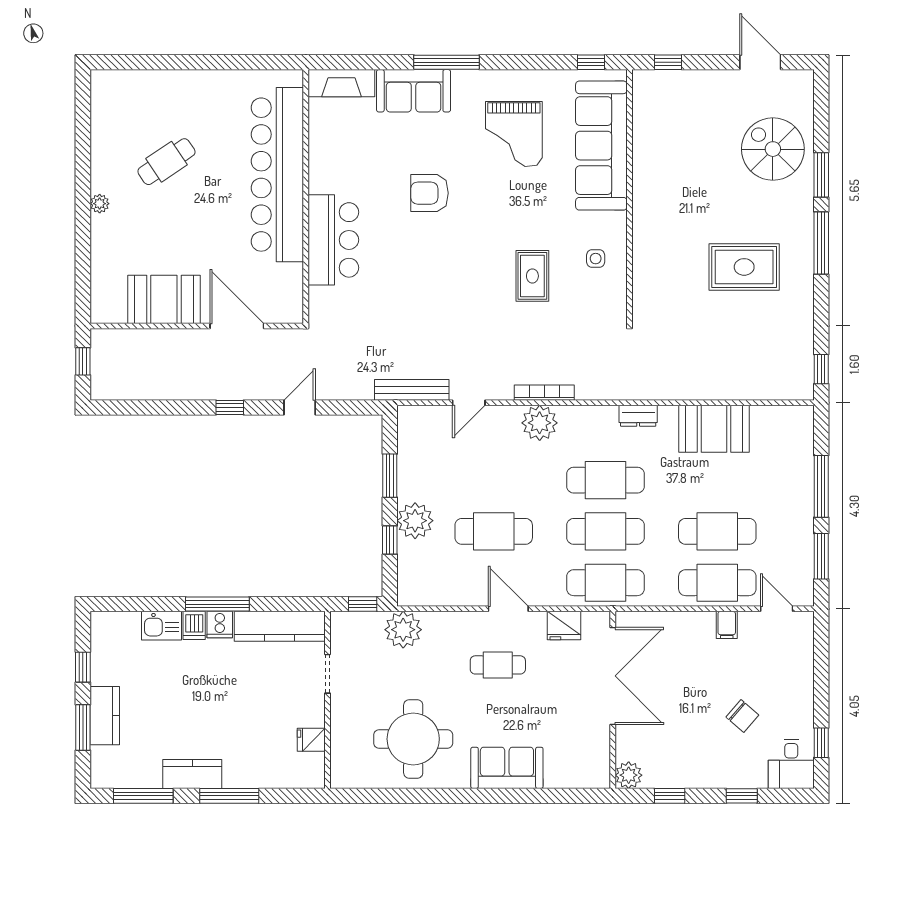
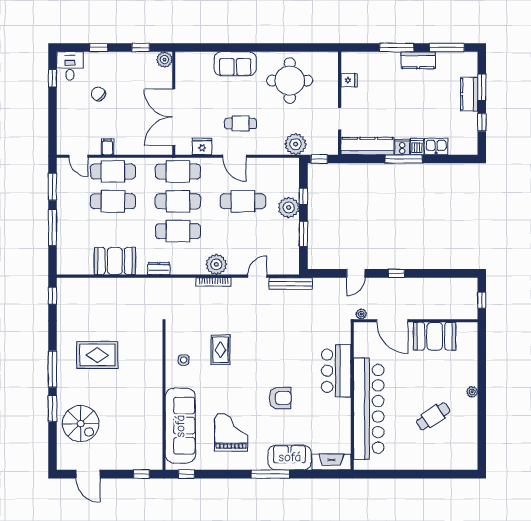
plant: (290, 337) -> (361, 314), added

